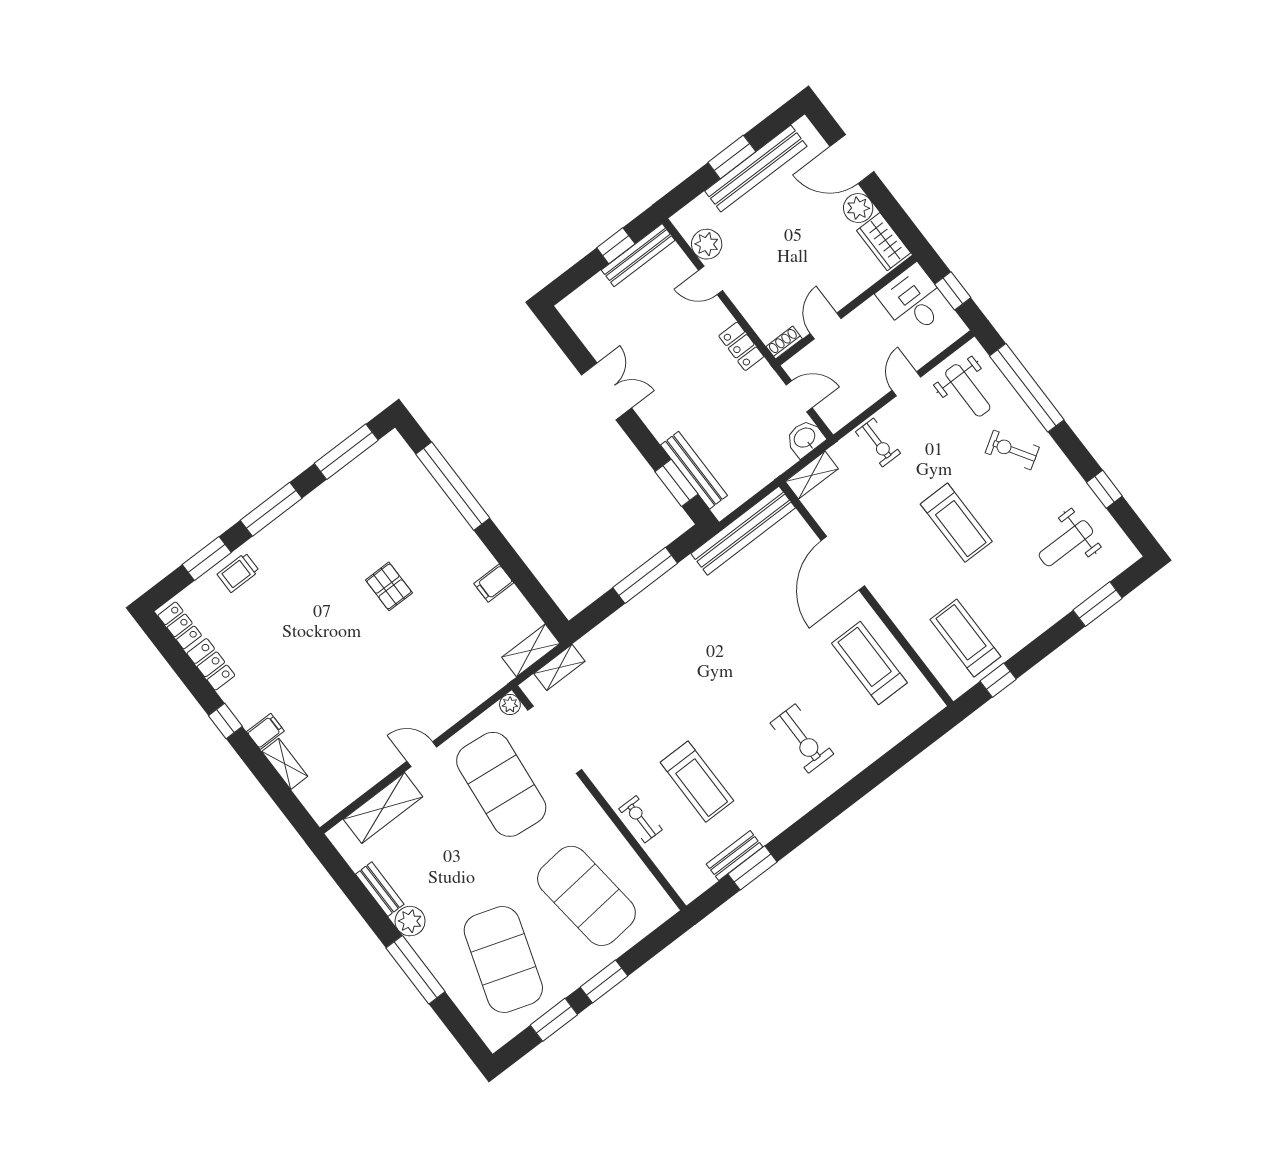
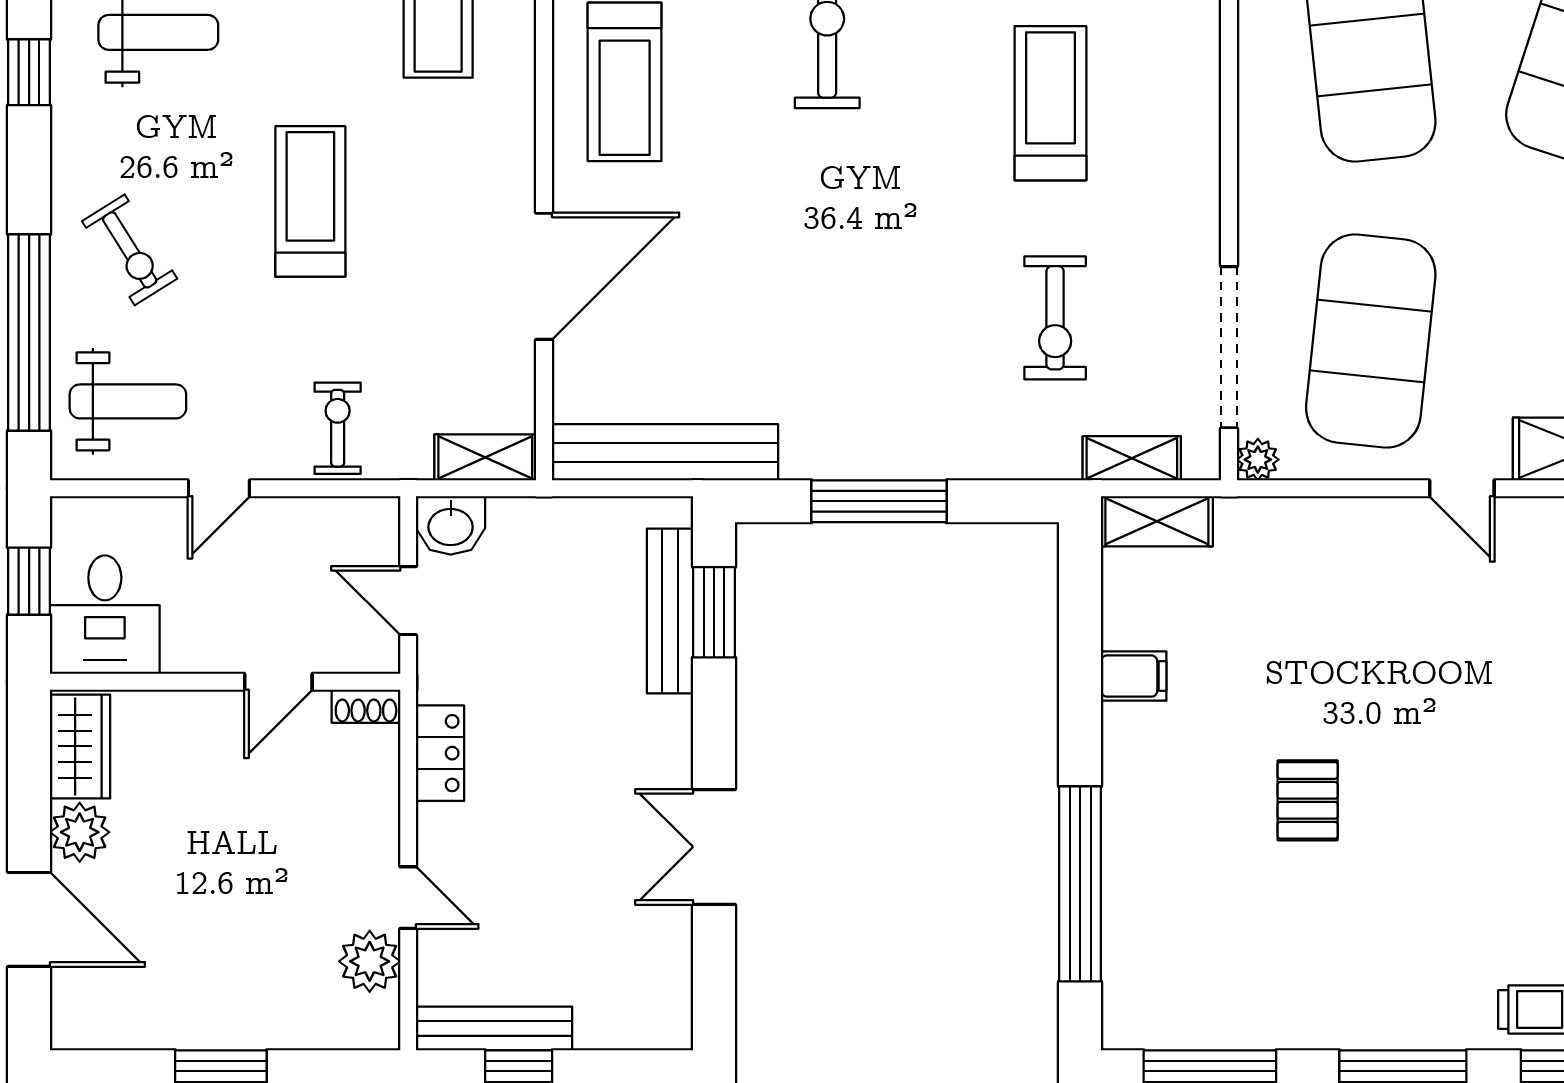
bench: (756, 169) -> (196, 1023), removed
weight bench: (968, 390) -> (128, 401), turned 90
exercise bike: (640, 819) -> (1055, 318), moved, width x1.38, depth x1.39

